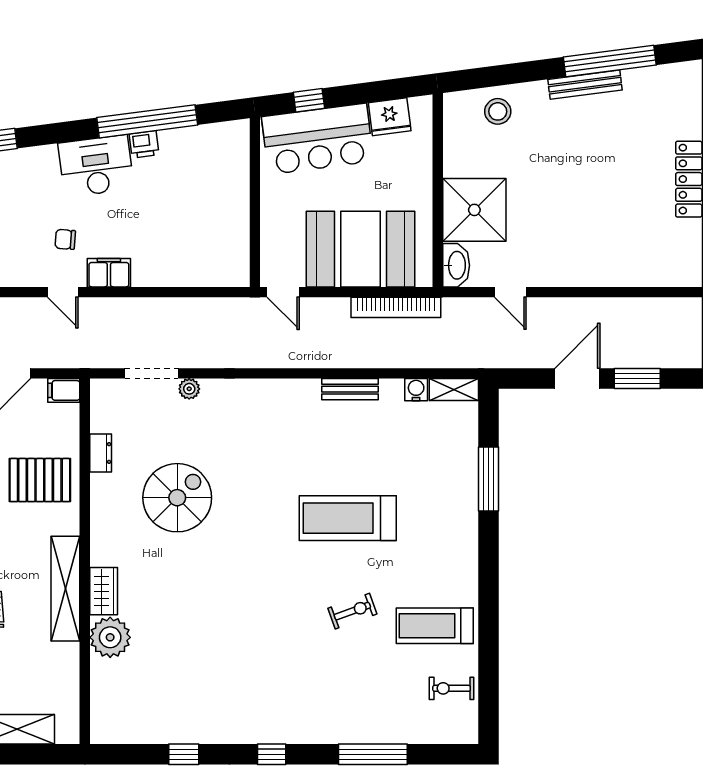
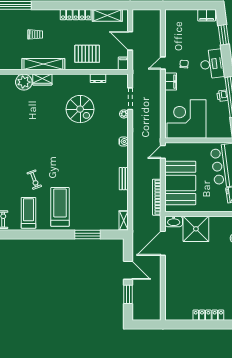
desk: (96, 166) -> (212, 64), moved
corner desk: (202, 233) -> (187, 119), added
door: (510, 292) -> (163, 243), width x1.88
water cooler: (416, 390) -> (124, 142), moved
pallet: (40, 480) -> (87, 54), turned 90
treadmill: (348, 518) -> (60, 207), moved

